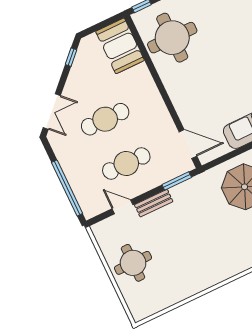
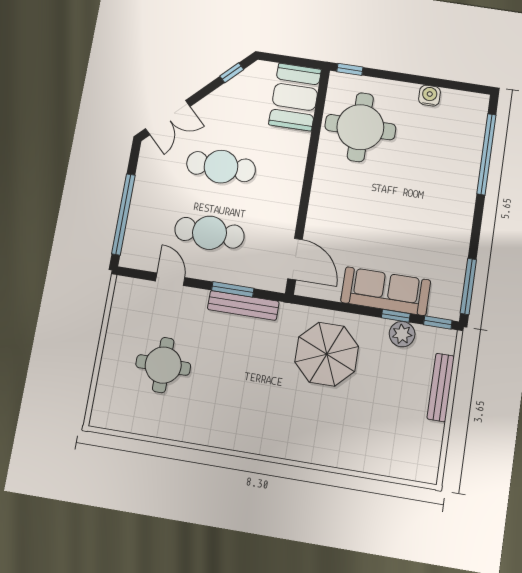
window: (177, 181) -> (233, 289), moved
bench: (154, 203) -> (243, 305), moved, width x1.36
round table: (133, 263) -> (163, 365), moved

